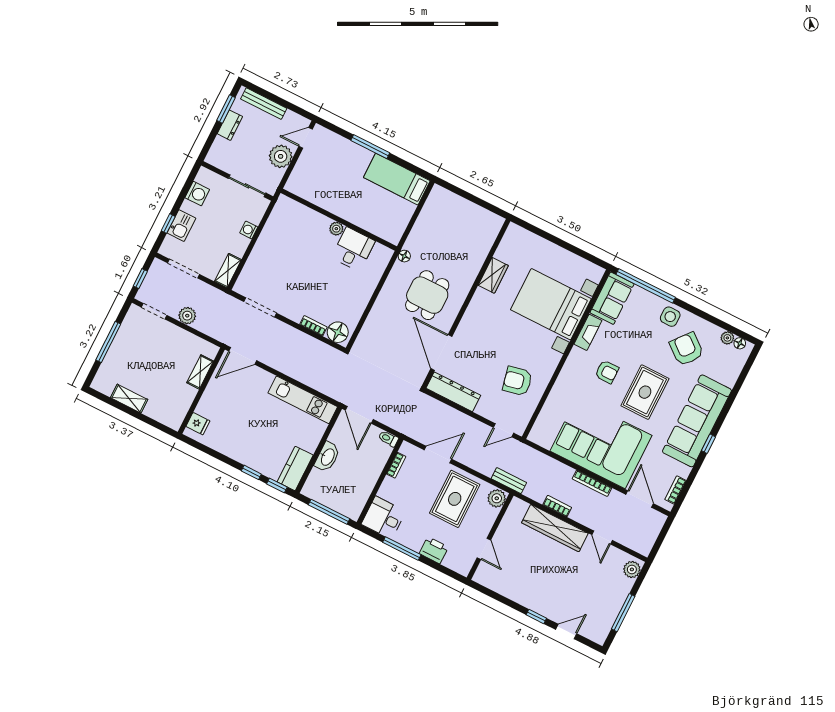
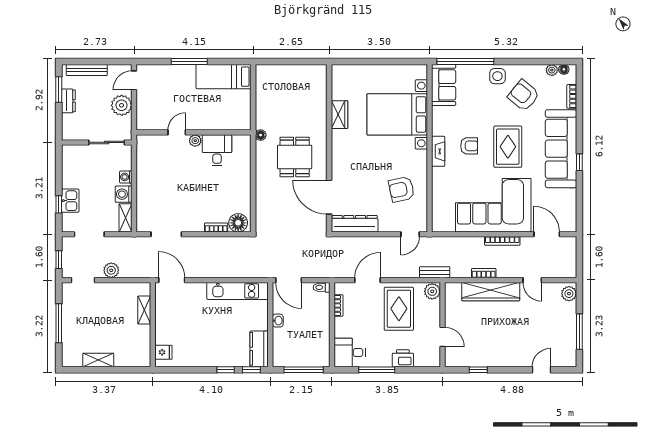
washing machine: (197, 194) -> (124, 194), moved, turned 180
door: (322, 211) -> (177, 132), added
fireplace: (588, 332) -> (438, 151), moved
door: (243, 356) -> (172, 280), swing flipped
washbasin: (327, 457) -> (278, 321), width x0.52, depth x0.69
bookcase: (676, 490) -> (572, 96), moved
window: (536, 616) -> (478, 370), moved

